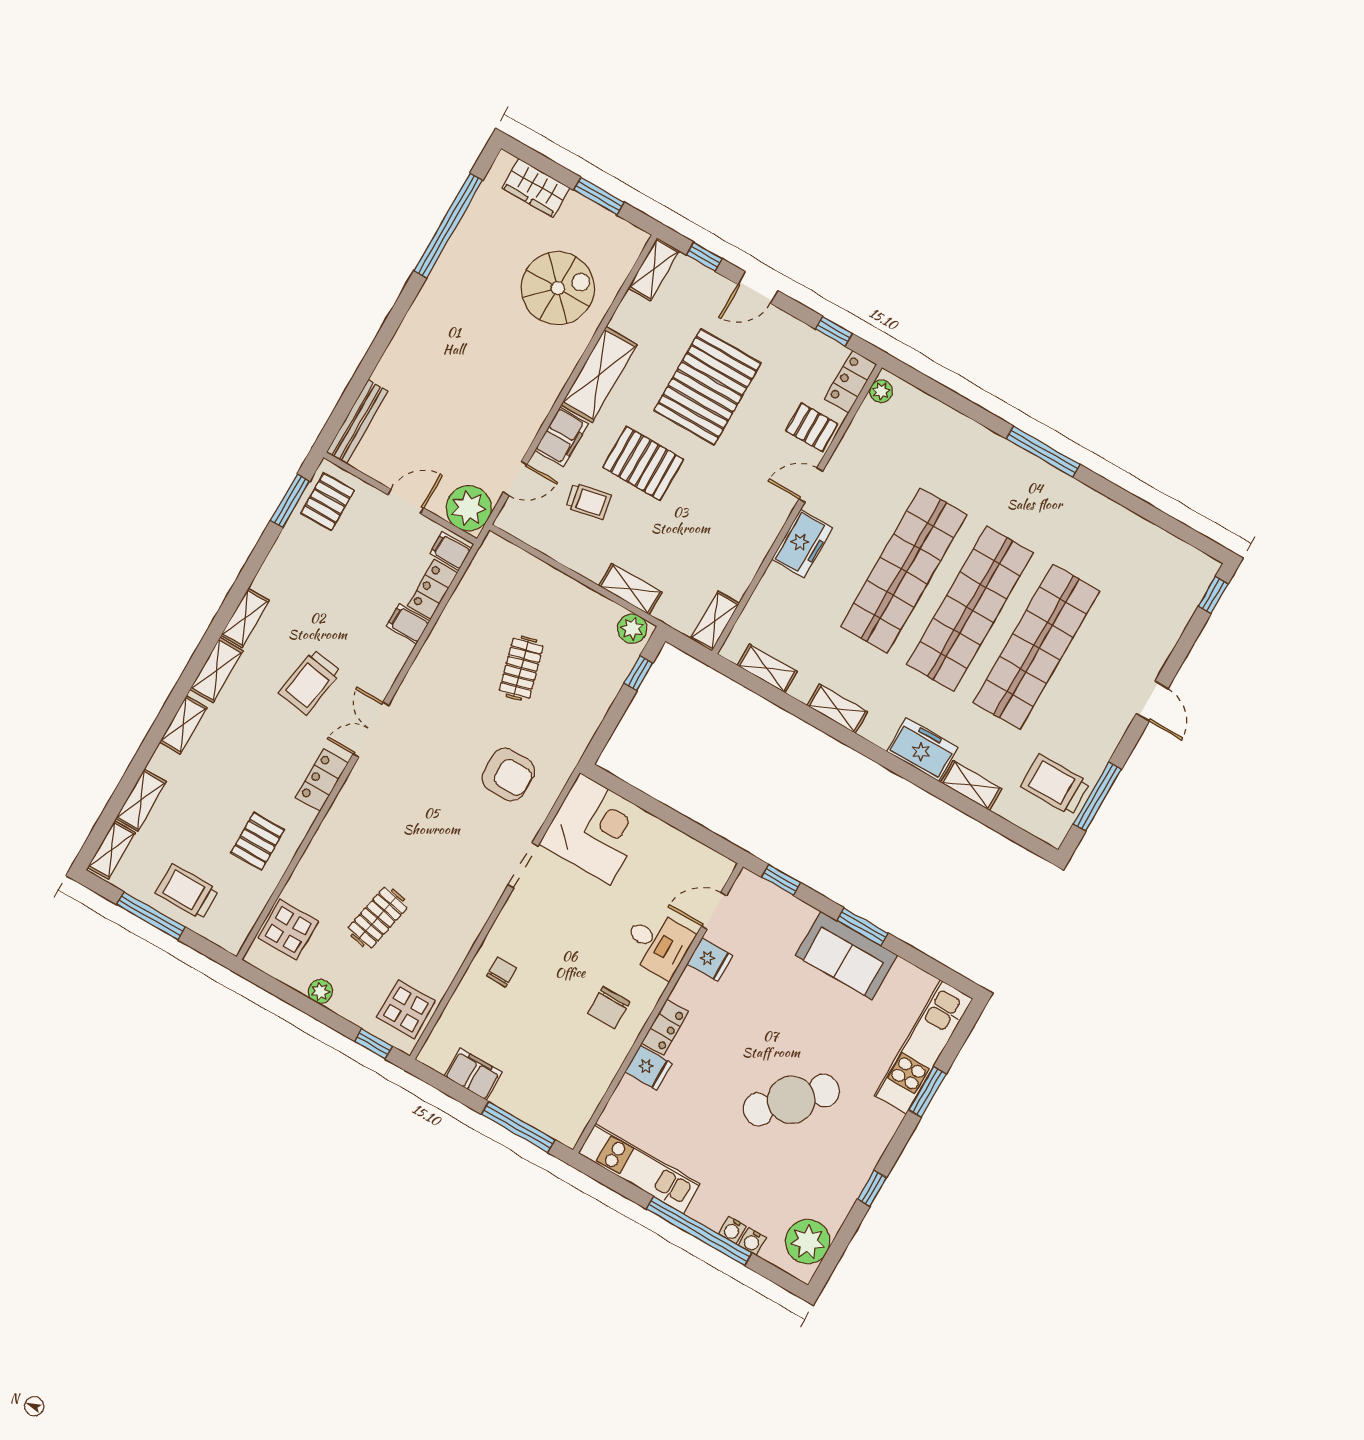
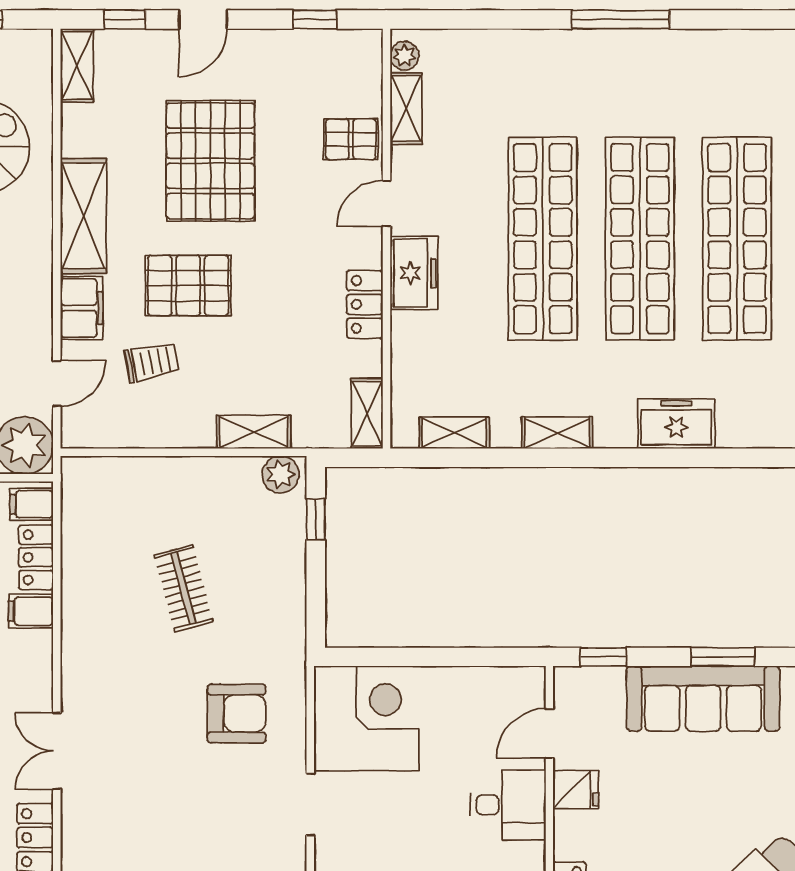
locker: (851, 382) -> (365, 304), moved
shelving: (971, 786) -> (406, 109), moved, turned 90
sofa: (847, 955) -> (703, 699), width x1.36

